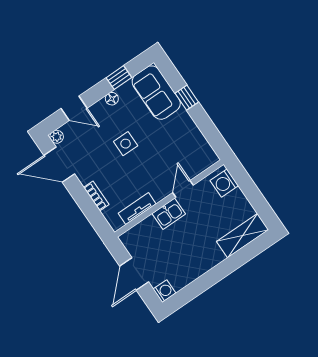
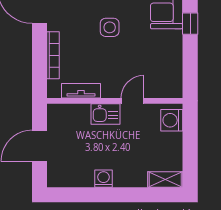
bookcase: (96, 196) -> (53, 55), width x1.56
shelving: (243, 236) -> (165, 179), width x0.67, depth x0.75
washing machine: (164, 291) -> (103, 179), moved, turned -90

